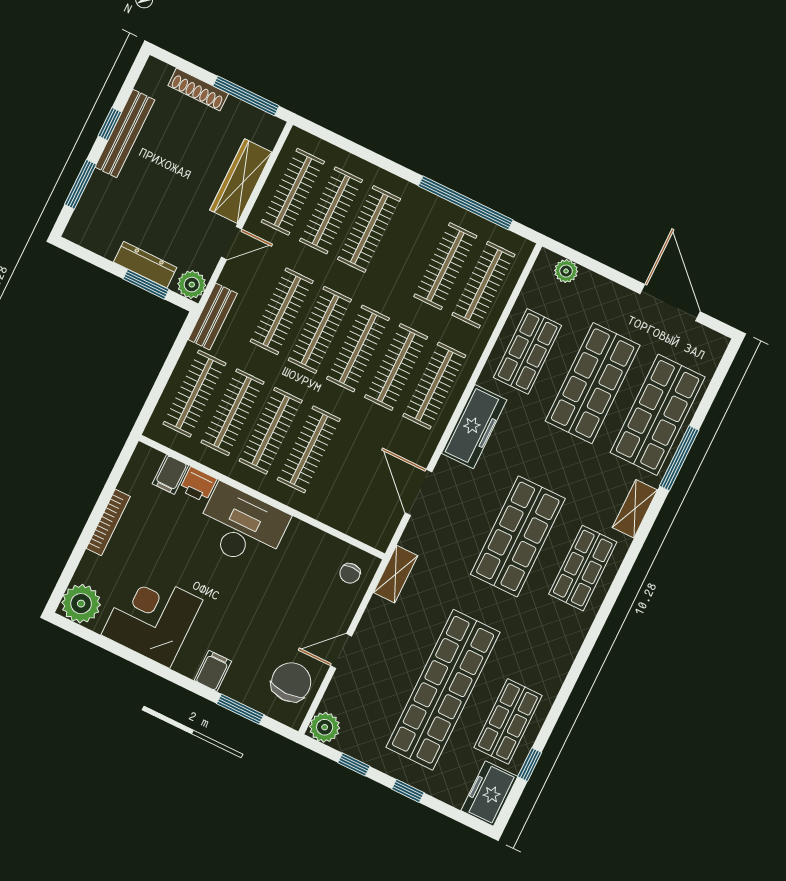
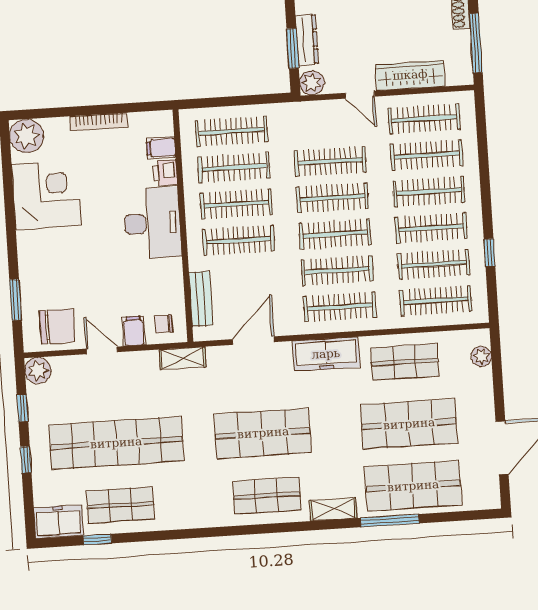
window: (466, 203) -> (489, 253), width x0.32
clothes rail: (407, 248) -> (431, 228), added
bench: (213, 316) -> (201, 299), moved, turned 90
filing cabinet: (213, 671) -> (134, 331), moved, turned -90

